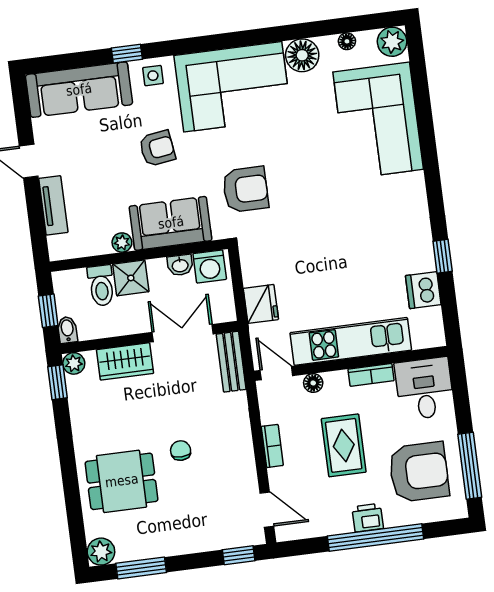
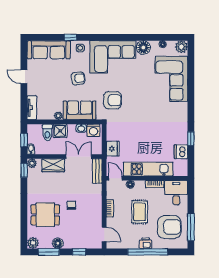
tv unit: (53, 205) -> (32, 108), moved
floor lamp: (160, 545) -> (58, 243), added
window: (239, 555) -> (79, 252), moved

